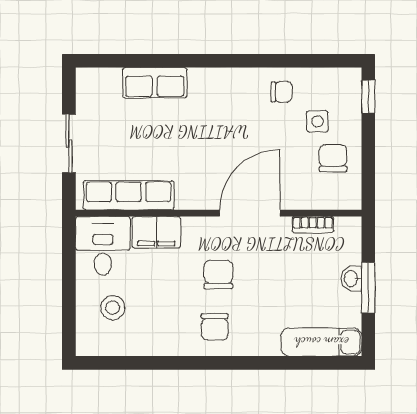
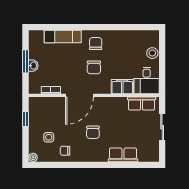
plant: (352, 77) -> (33, 157), added
window: (368, 97) -> (25, 119), moved
chair: (333, 158) -> (93, 132), moved
row of seats: (129, 195) -> (142, 104), width x0.68
stool: (113, 308) -> (152, 53), moved
exam couch: (321, 342) -> (63, 37), moved

